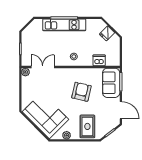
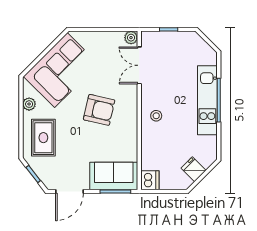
dishwasher: (99, 60) -> (150, 180), moved
double door: (43, 67) -> (139, 65), swing flipped
armchair: (81, 92) -> (99, 110), moved
rug: (87, 126) -> (43, 138), turned 90

